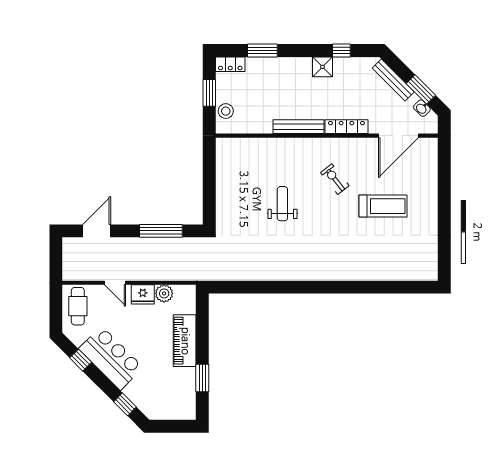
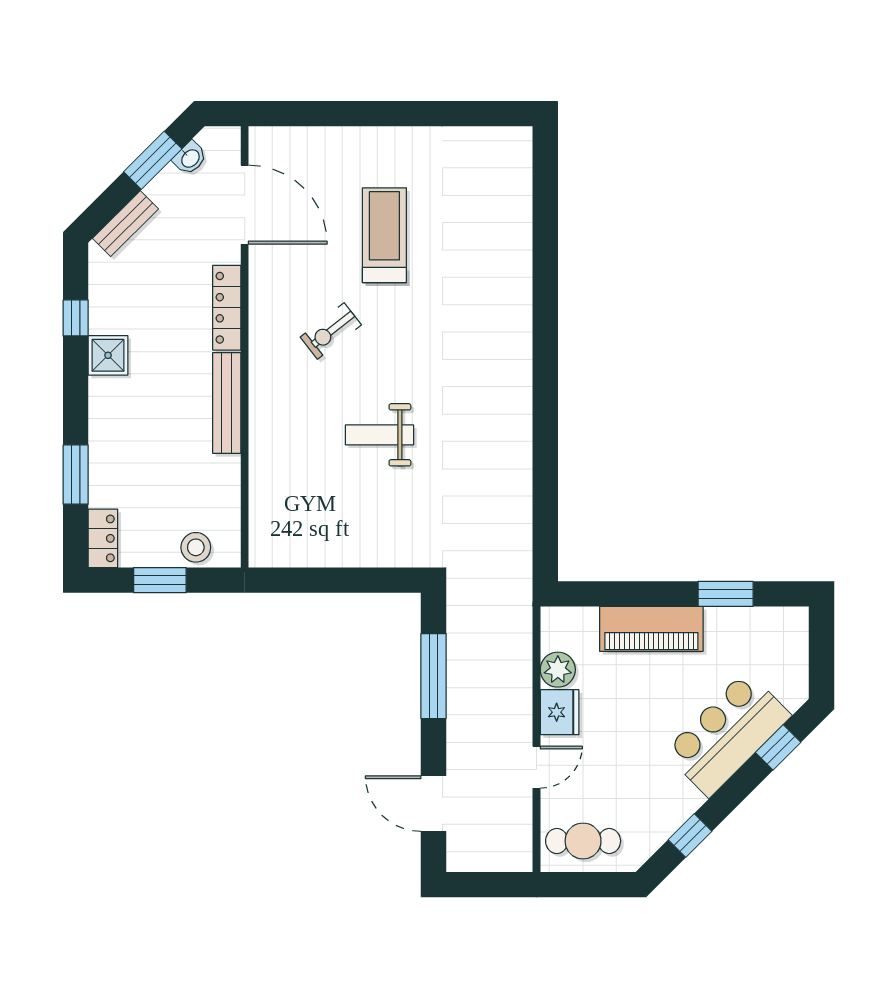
bench: (393, 80) -> (125, 224), width x0.73
bar counter: (111, 358) -> (727, 734), moved

